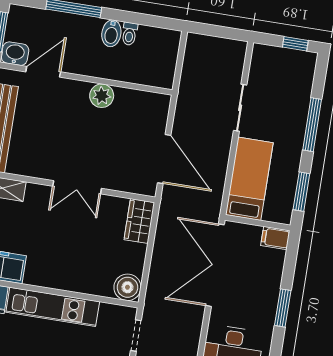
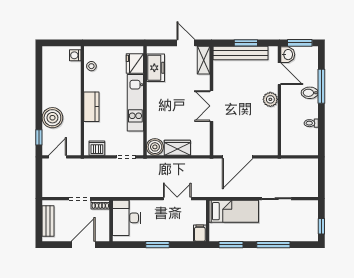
bidet: (111, 33) -> (310, 93), moved
plant: (102, 96) -> (270, 99), moved
wardrobe: (139, 221) -> (177, 148), moved
double door: (215, 265) -> (177, 199), width x0.54

